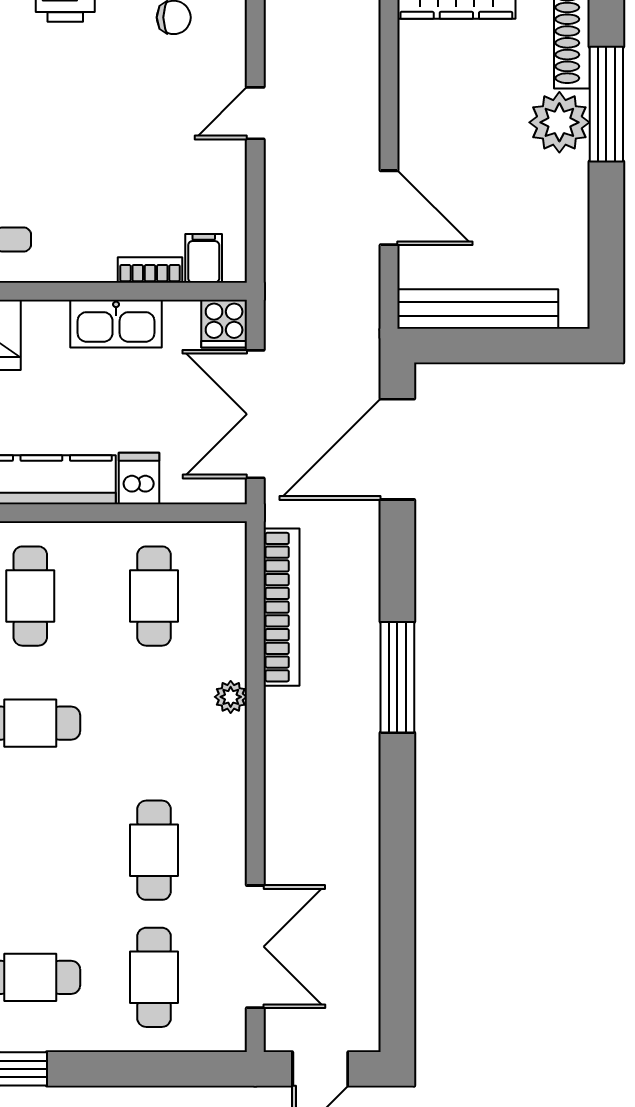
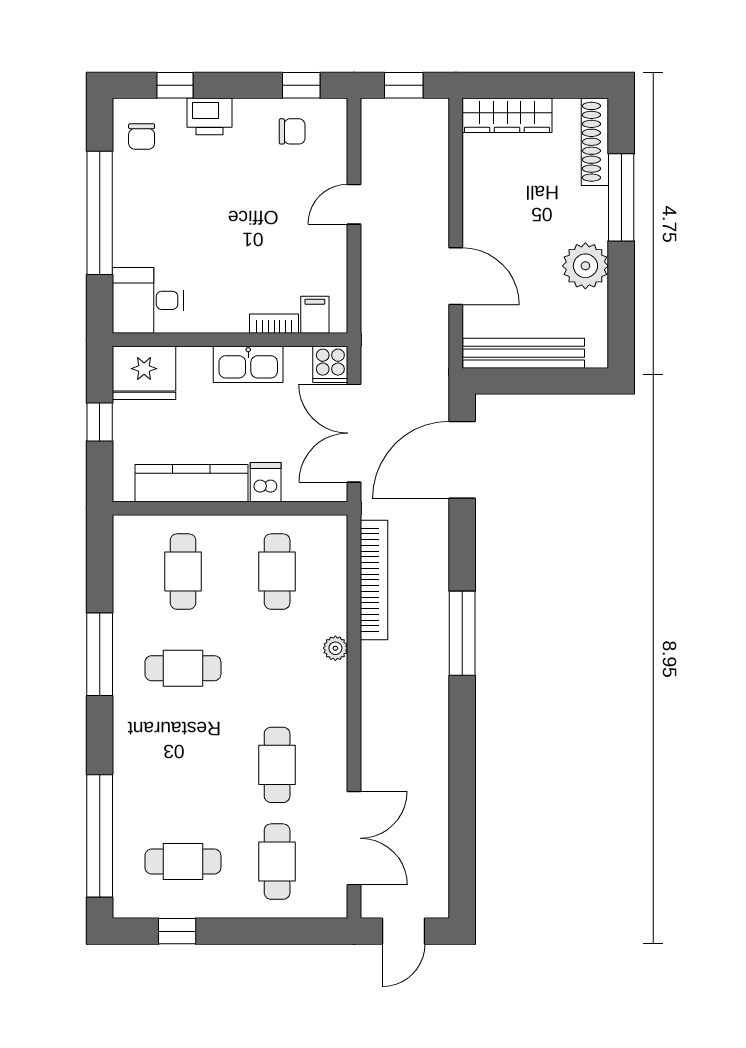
plant: (559, 122) -> (585, 266), moved

